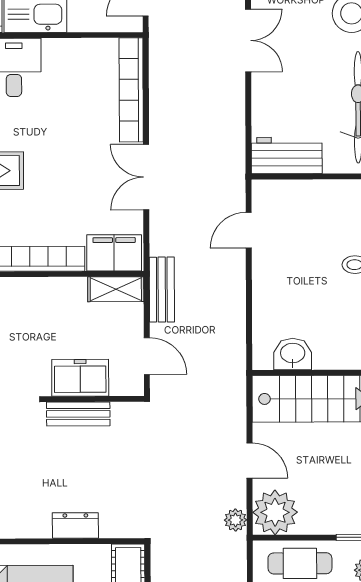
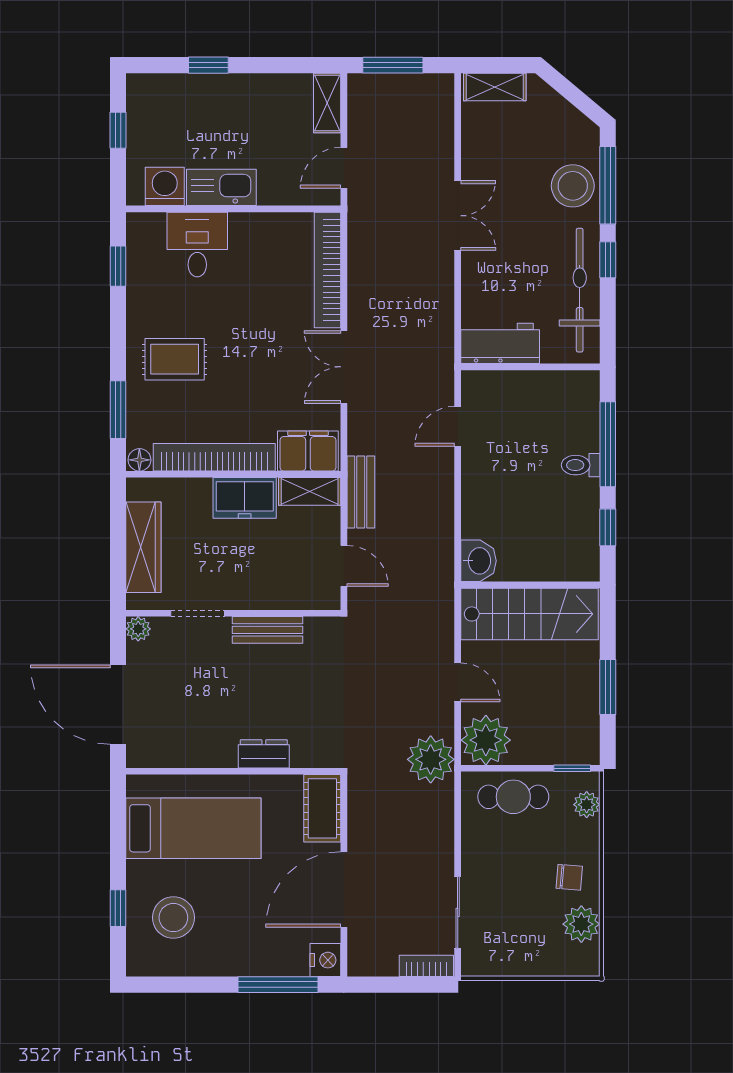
washbasin: (293, 354) -> (478, 561), moved, turned 90
freezer: (80, 378) -> (245, 498), moved, turned 180
plant: (235, 520) -> (431, 759), width x1.87, depth x1.87

